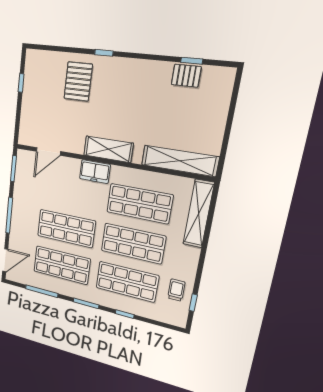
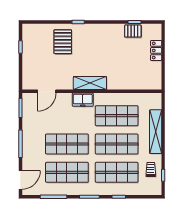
locker: (219, 112) -> (156, 50), added
shelving: (180, 161) -> (138, 83), removed
shelving: (199, 214) -> (156, 132), moved

